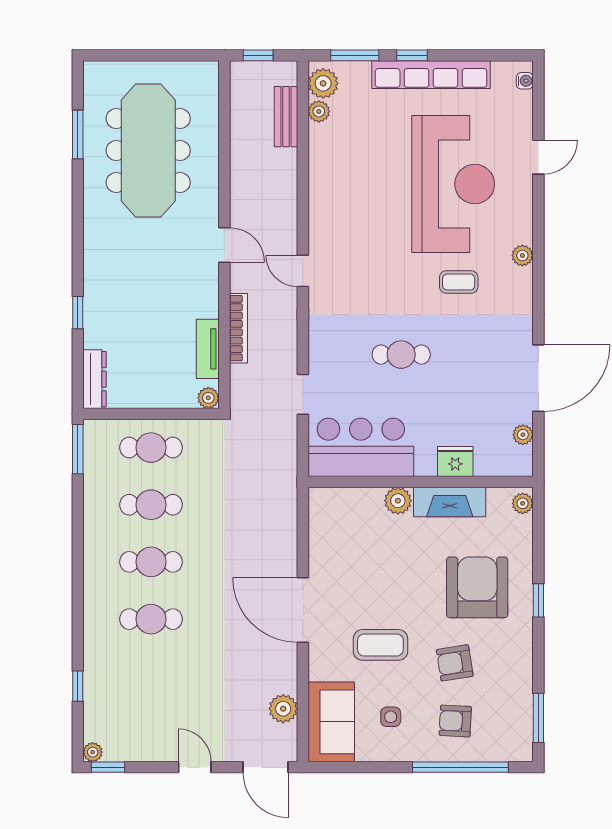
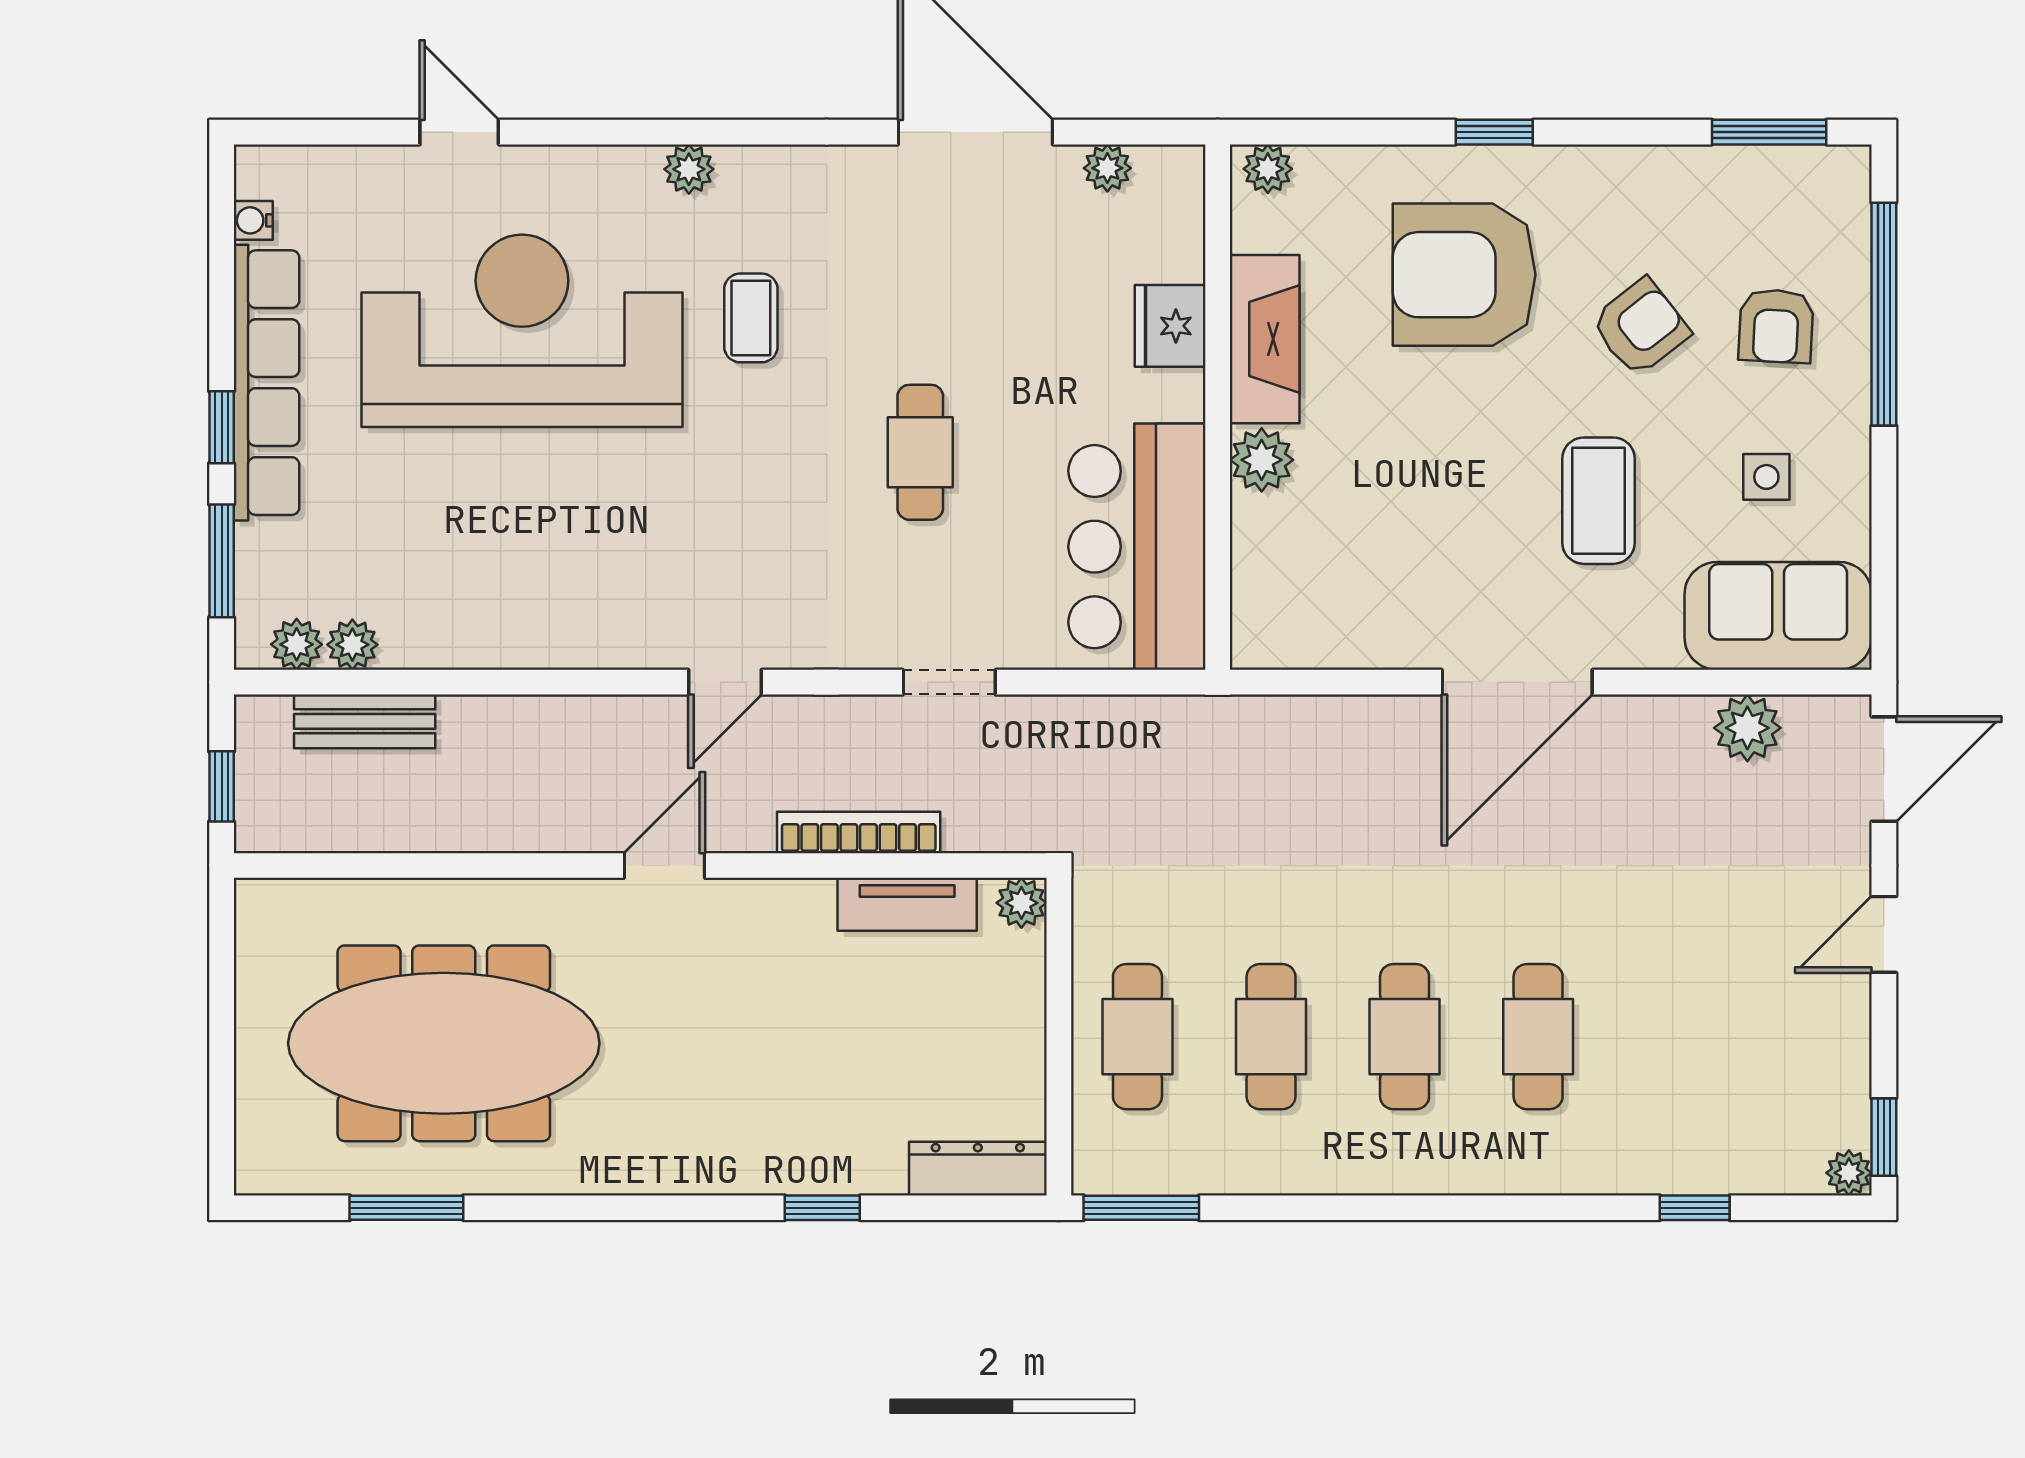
water cooler: (525, 81) -> (253, 220), moved, turned -90
plant: (323, 83) -> (297, 644), width x0.73, depth x0.73
doorway: (303, 394) -> (949, 682), moved
armchair: (455, 663) -> (1640, 327), turned -119

